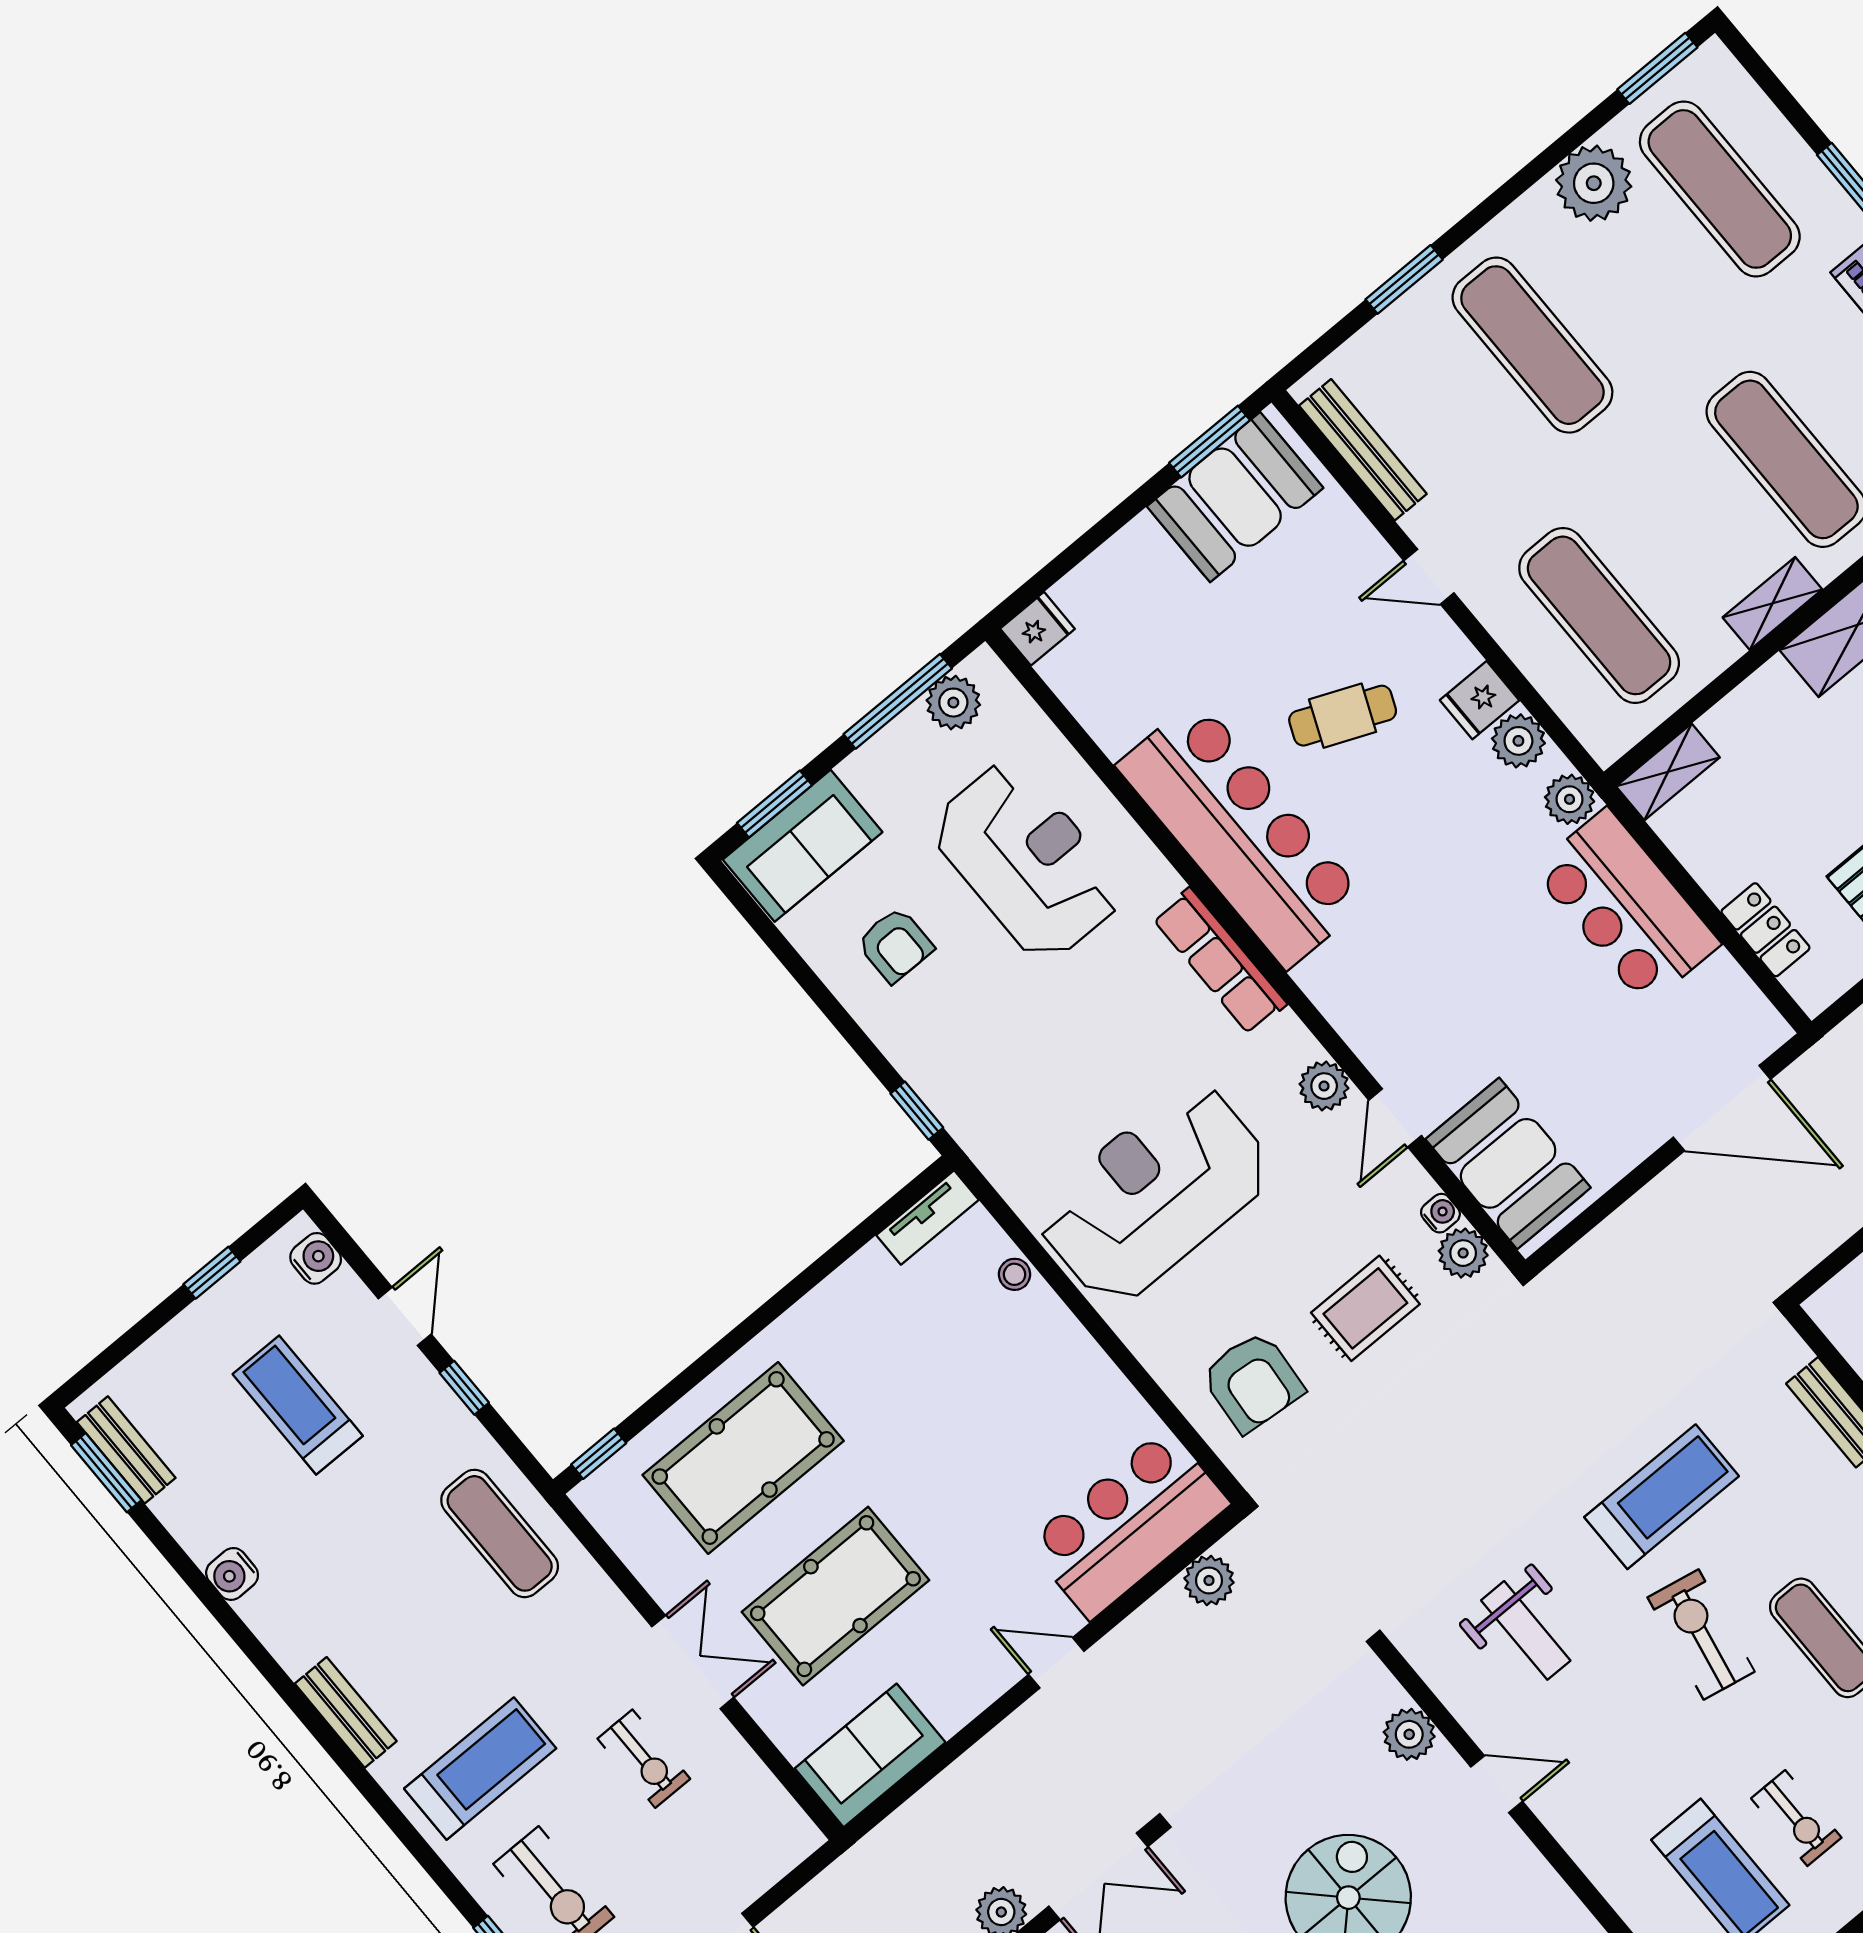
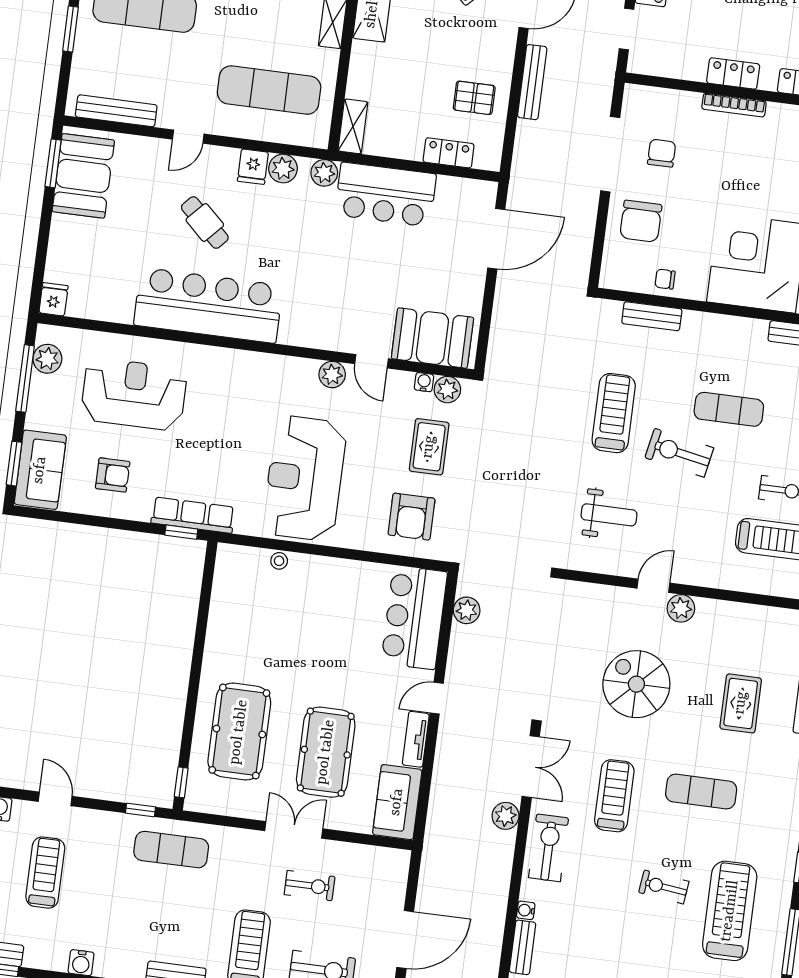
cafe table: (1343, 716) -> (205, 222), turned -70
row of seats: (1220, 961) -> (193, 515), moved, turned 180
tv unit: (927, 1218) -> (416, 739), moved, turned 180
armchair: (1252, 1382) -> (412, 517), turned 85
window: (464, 1388) -> (141, 810), moved
treadmill: (298, 1405) -> (45, 873), turned 90
plant: (1409, 1734) -> (681, 608), moved

